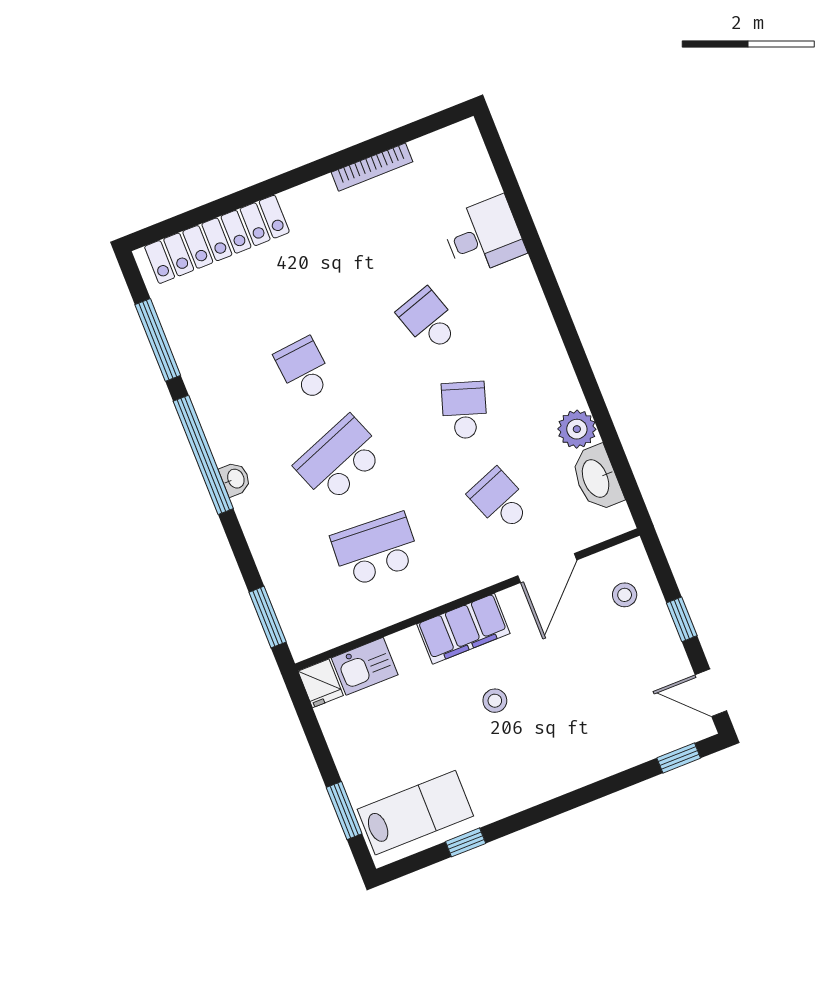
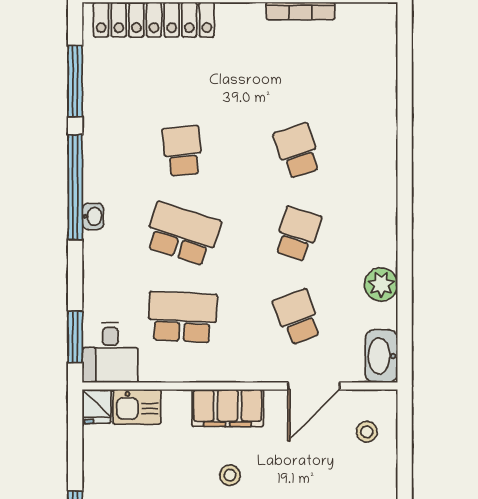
desk: (484, 236) -> (110, 353), moved, turned 90
school desk: (340, 459) -> (182, 234), turned 39
washbasin: (597, 478) -> (381, 356), moved
window: (682, 619) -> (405, 469), removed

